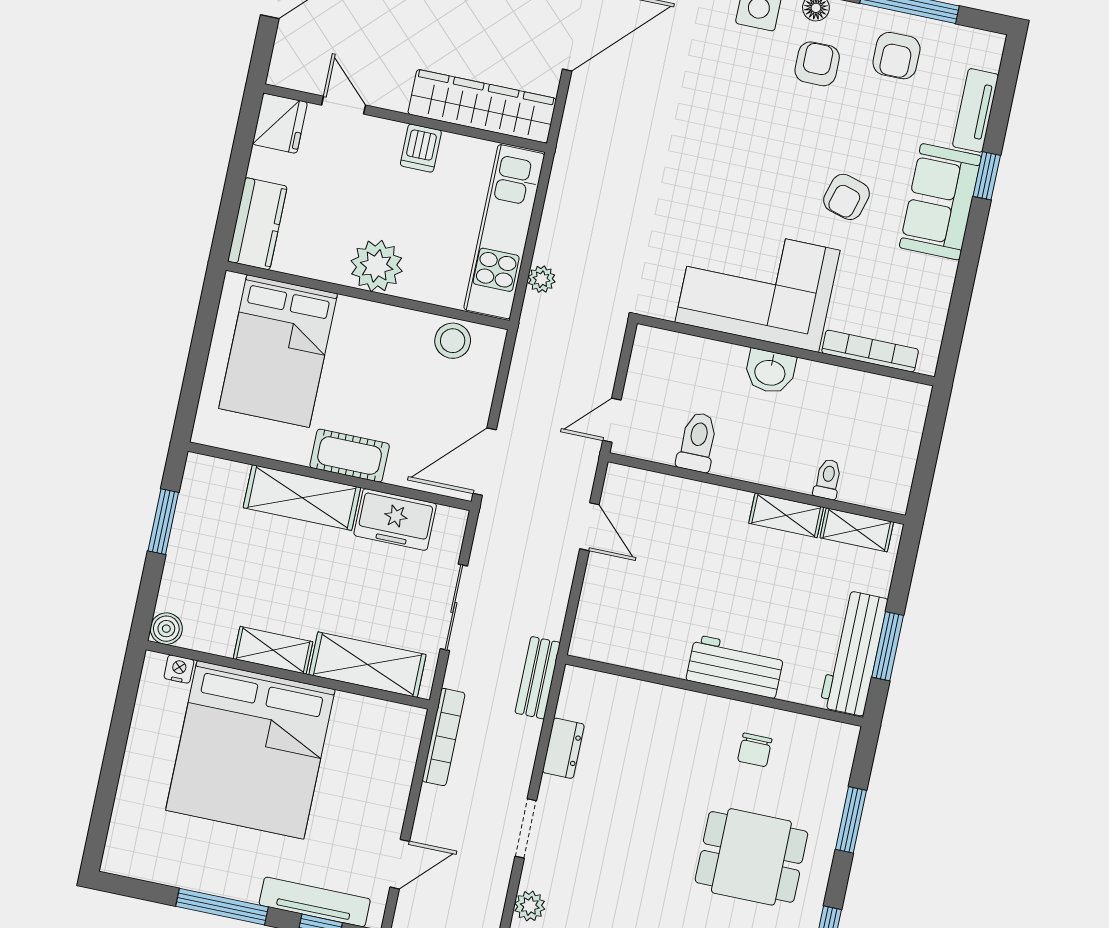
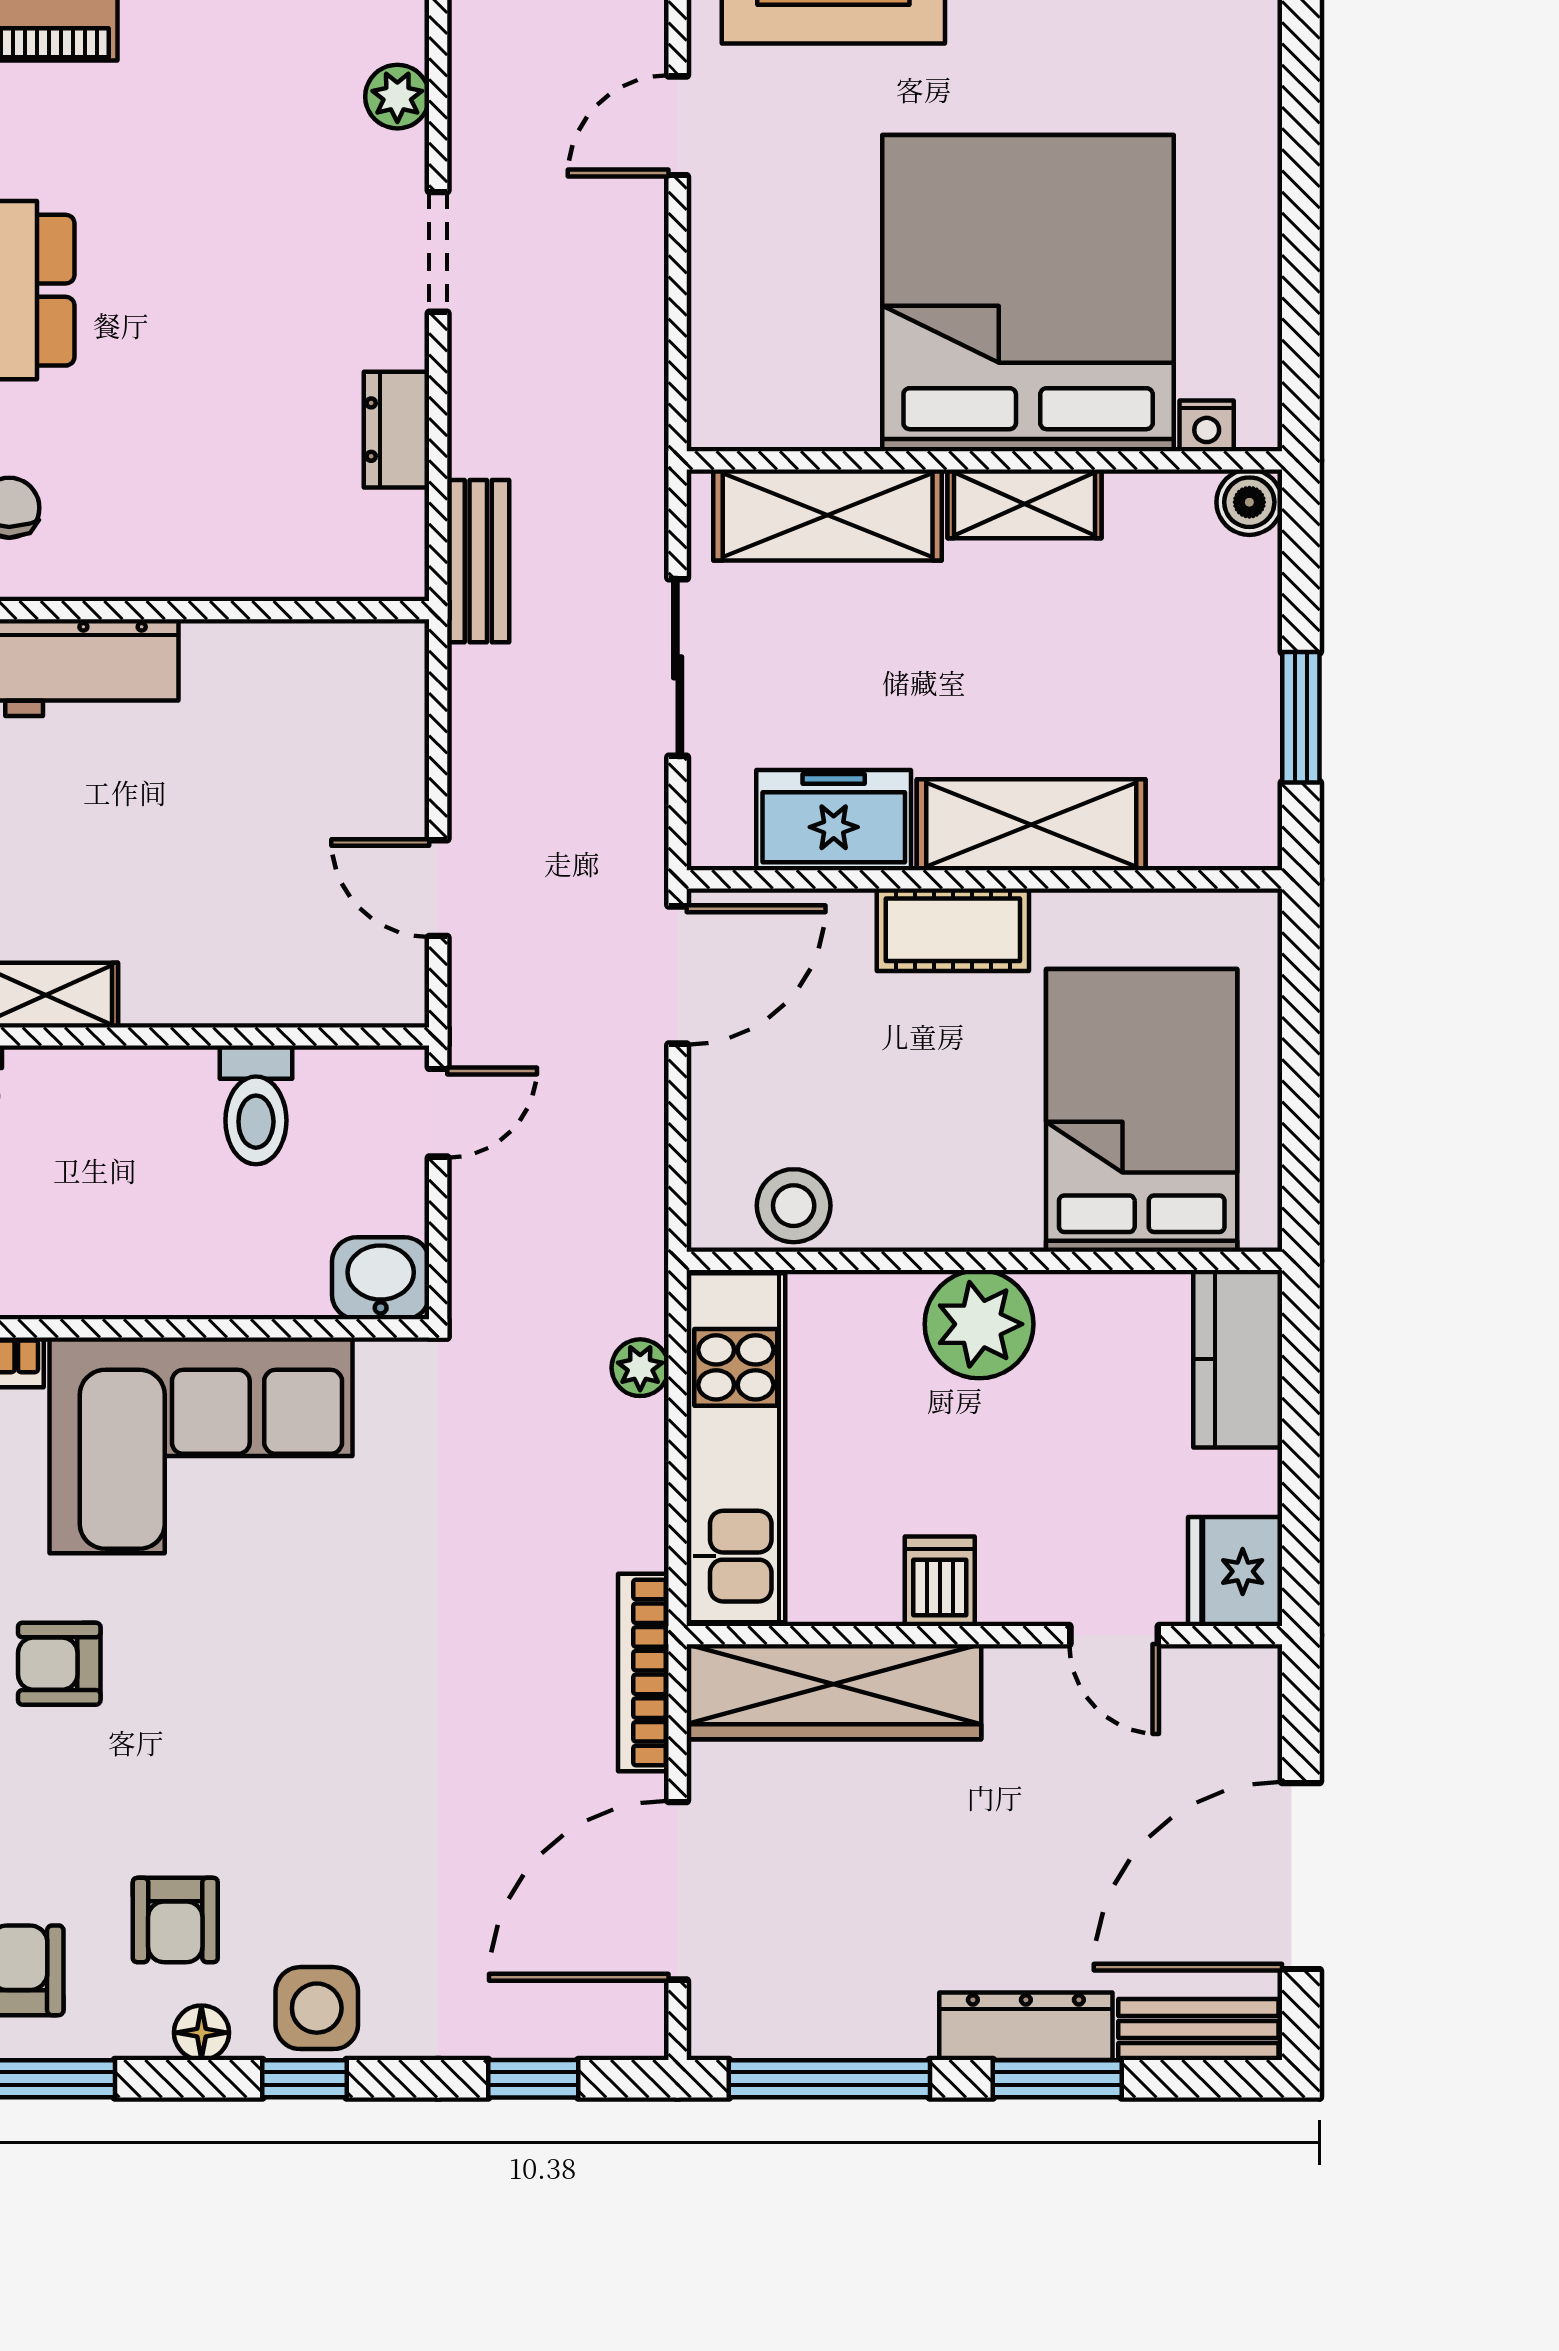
armchair: (847, 197) -> (59, 1664), turned -106
washbasin: (770, 372) -> (381, 1278), moved
bookcase: (443, 737) -> (643, 1673), moved

